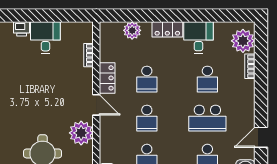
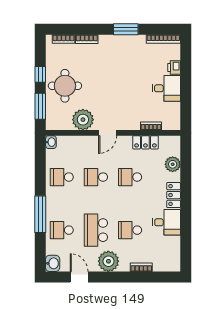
plant: (243, 41) -> (108, 261), moved
locker: (107, 78) -> (145, 142), moved

